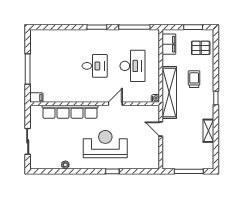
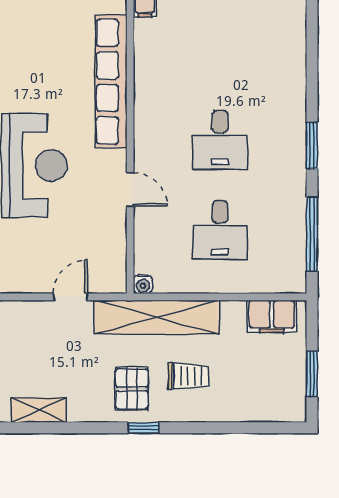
pallet: (201, 48) -> (132, 389), moved
desk: (133, 66) -> (220, 230), width x0.73
shelving: (208, 131) -> (39, 410), moved

